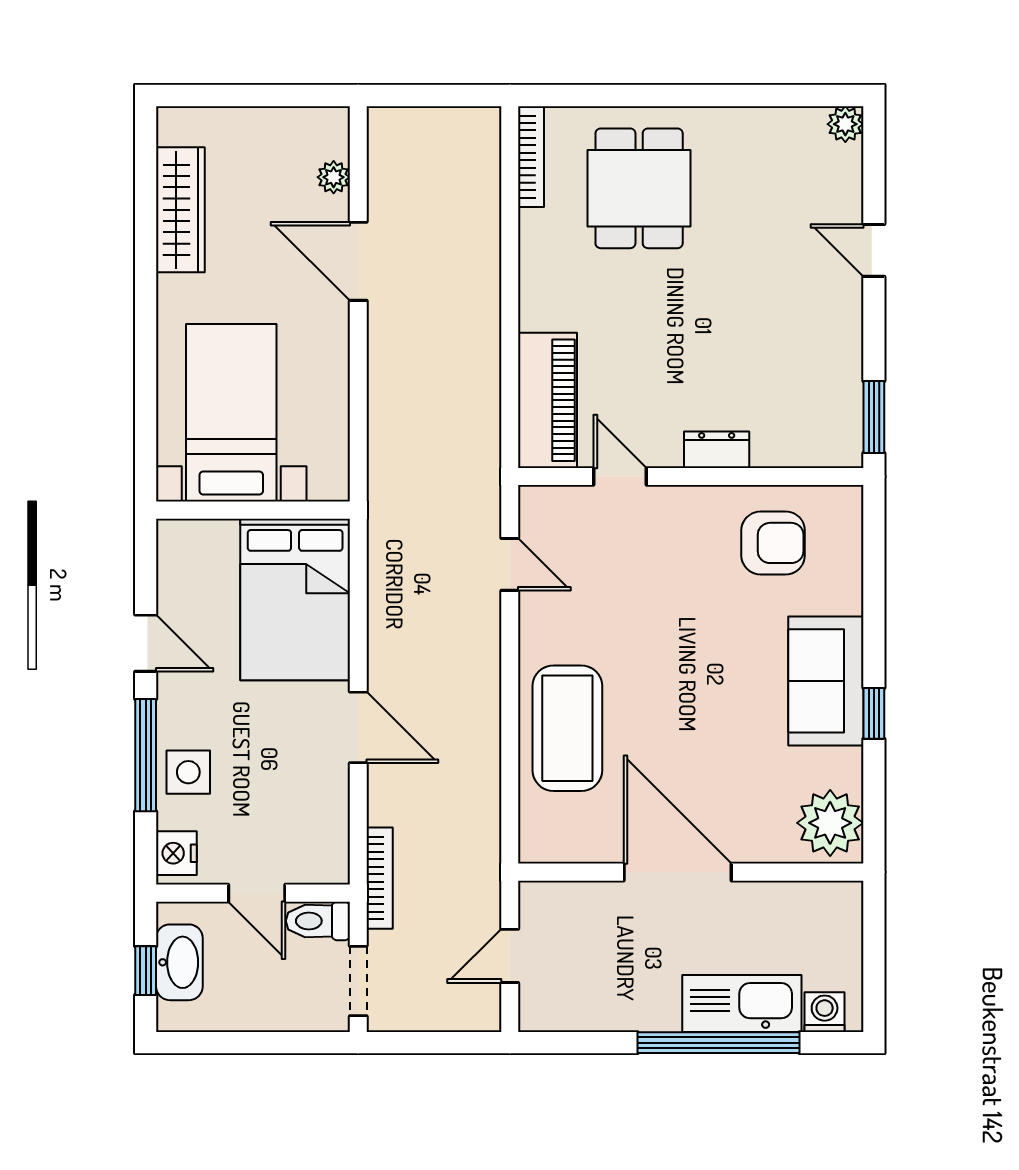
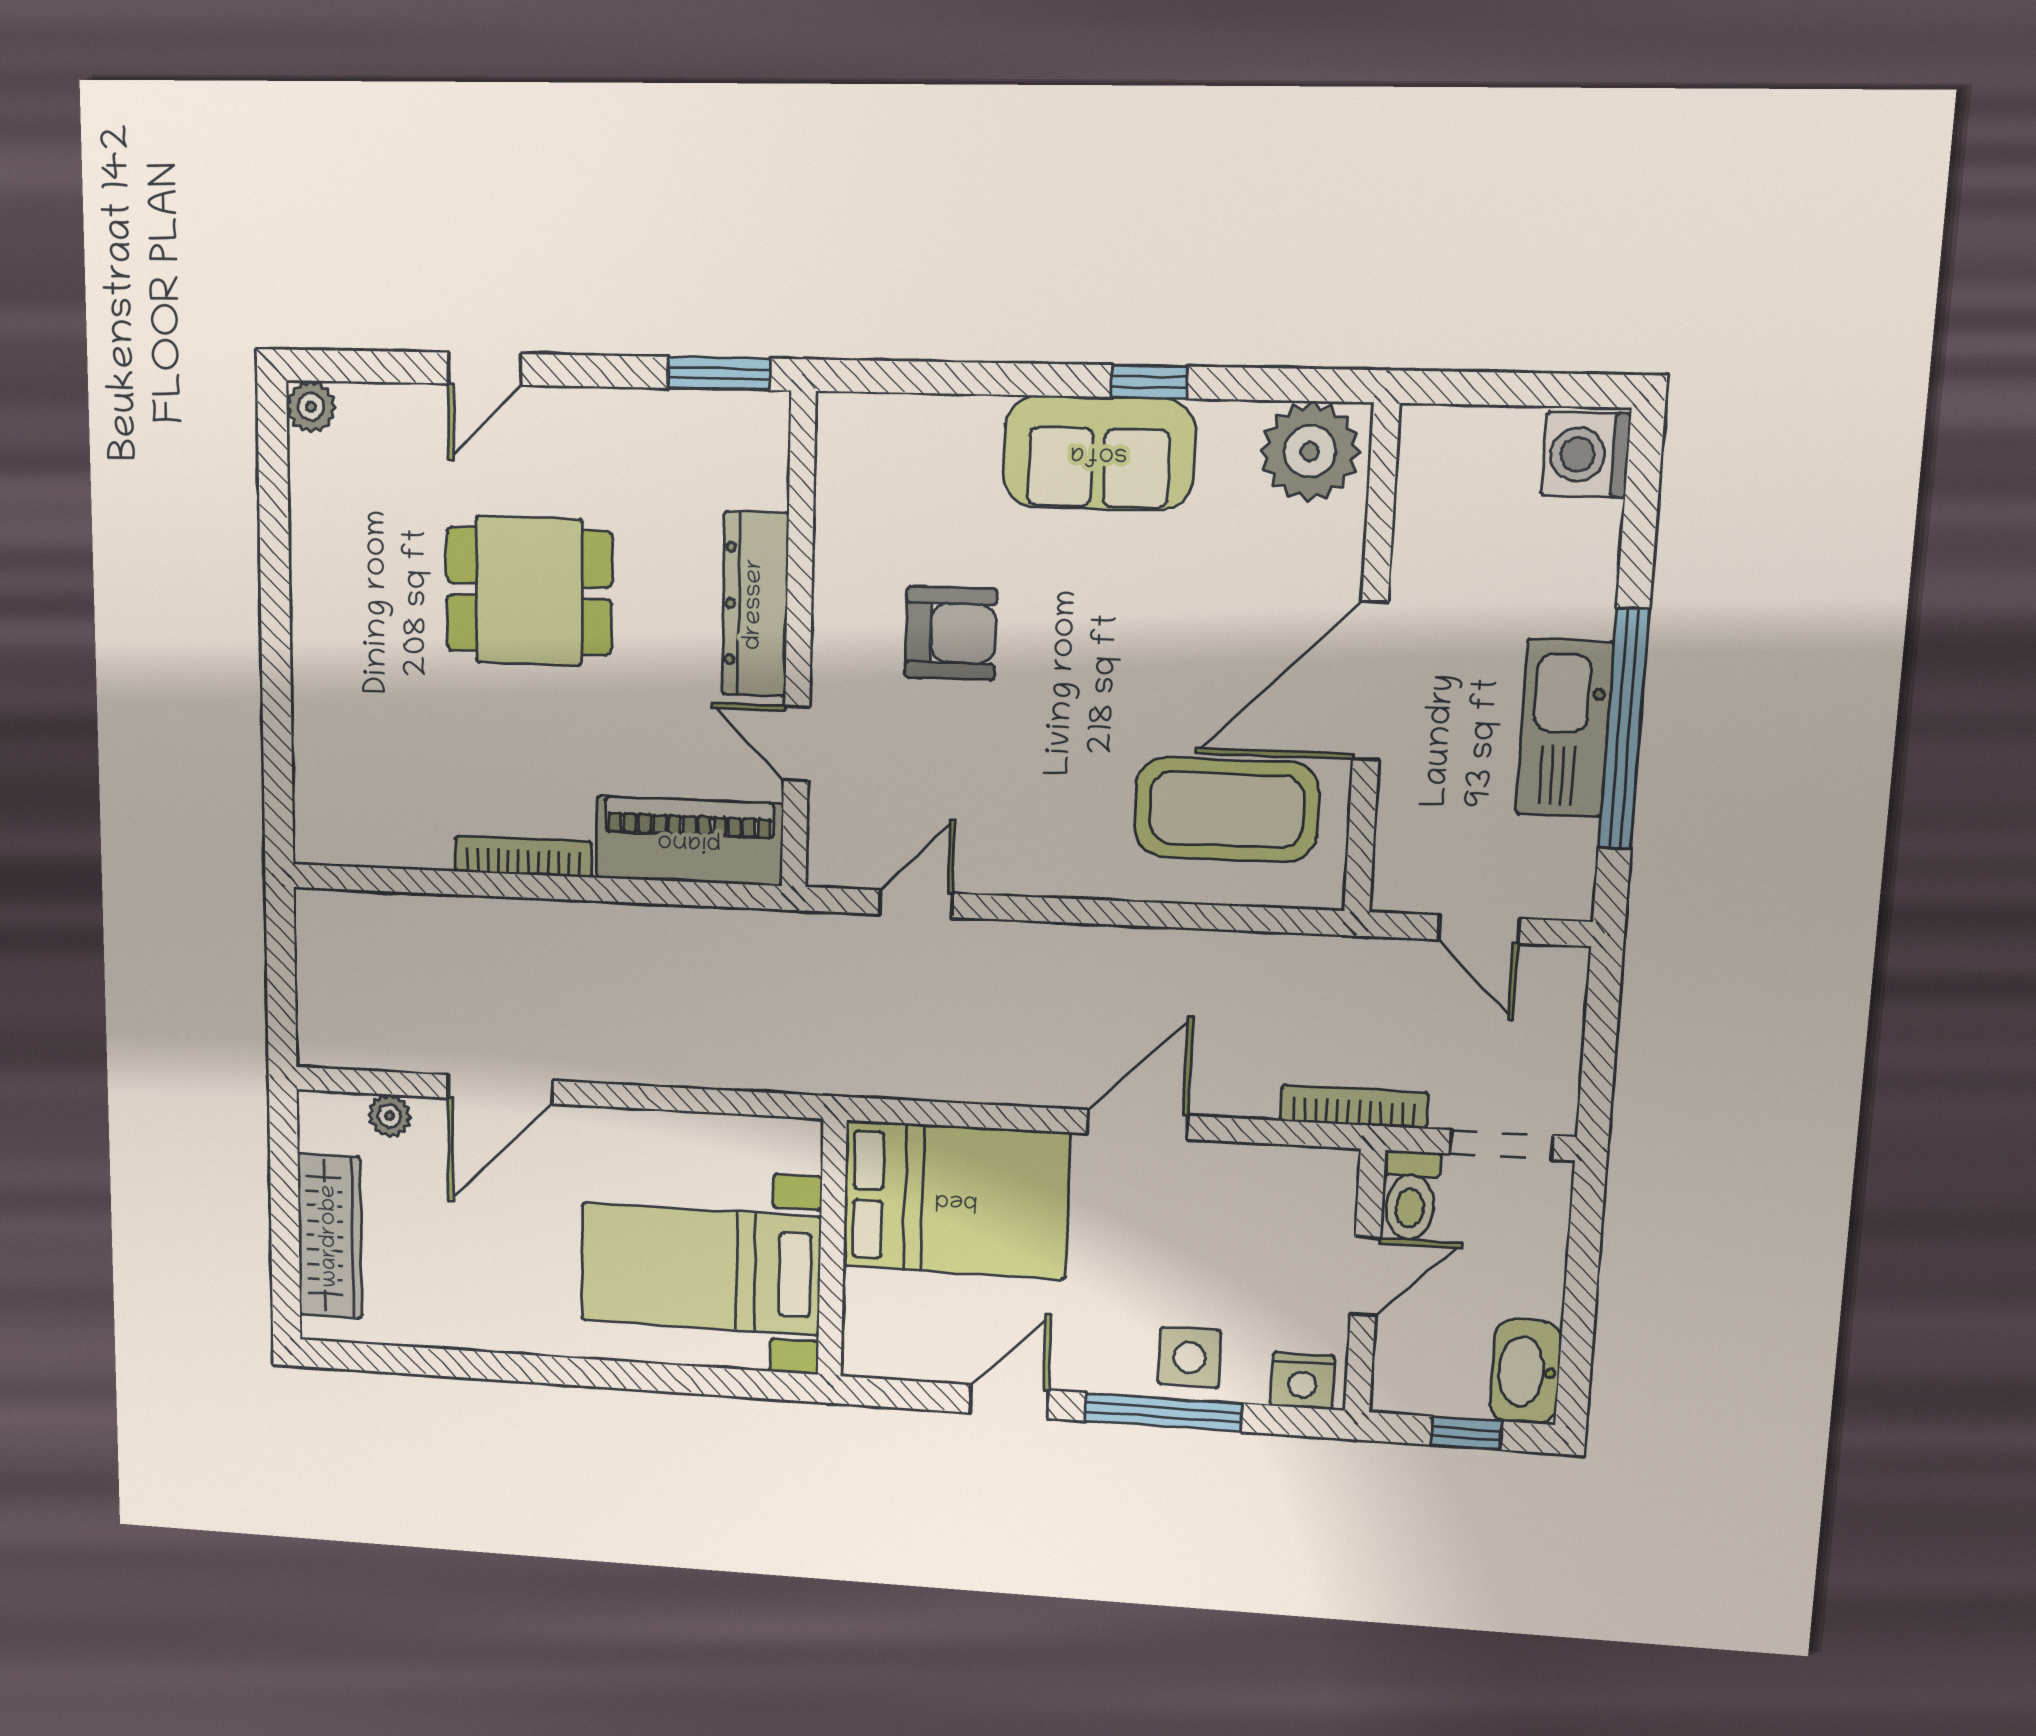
bookcase: (531, 157) -> (523, 857), moved
dining table: (639, 188) -> (529, 591), moved
wardrobe: (180, 210) -> (330, 1236), moved, turned 90
dresser: (717, 450) -> (755, 604), width x1.96, depth x1.24
door: (620, 476) -> (796, 744), hinge flipped
armchair: (773, 543) -> (951, 633), moved, turned 90
coffee table: (567, 728) -> (1226, 810), moved
washbasin: (179, 962) -> (1526, 1372), moved, turned -90
kitchen sink: (742, 1004) -> (1565, 728), moved
washing machine: (825, 1012) -> (1586, 455), width x1.38, depth x1.38
window: (718, 1043) -> (1624, 729), moved

